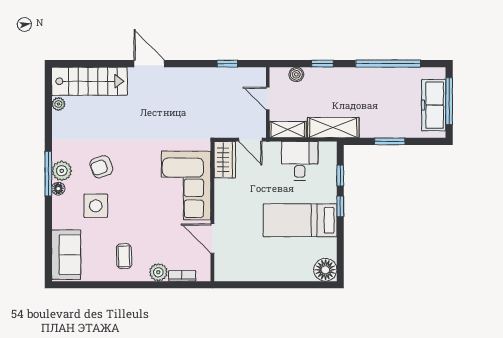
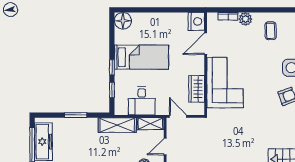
door: (268, 98) -> (165, 147), swing flipped
wardrobe: (225, 160) -> (197, 89), moved
door: (212, 239) -> (206, 44), swing flipped
nightstand: (225, 269) -> (196, 21), added

